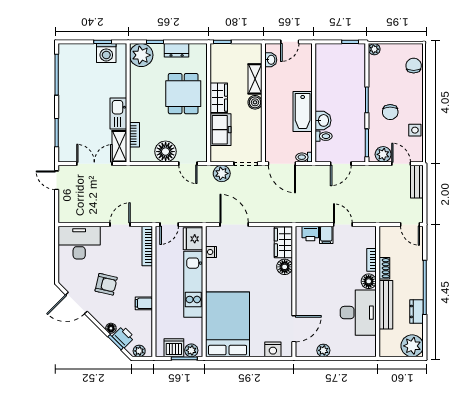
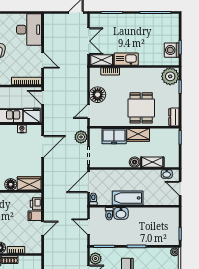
dresser: (177, 50) -> (174, 117), moved
dining table: (183, 94) -> (141, 108), turned 90

